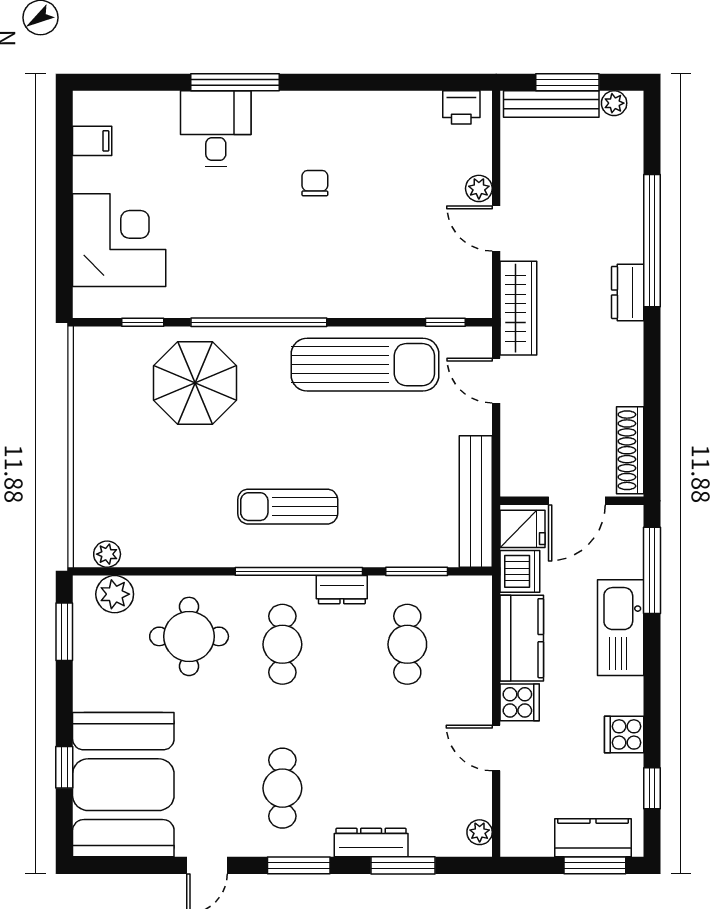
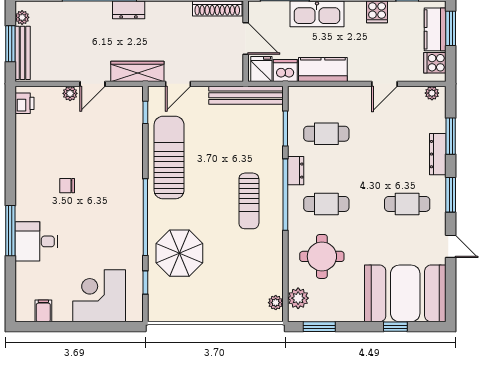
cooker: (520, 702) -> (435, 63), moved, turned -90

